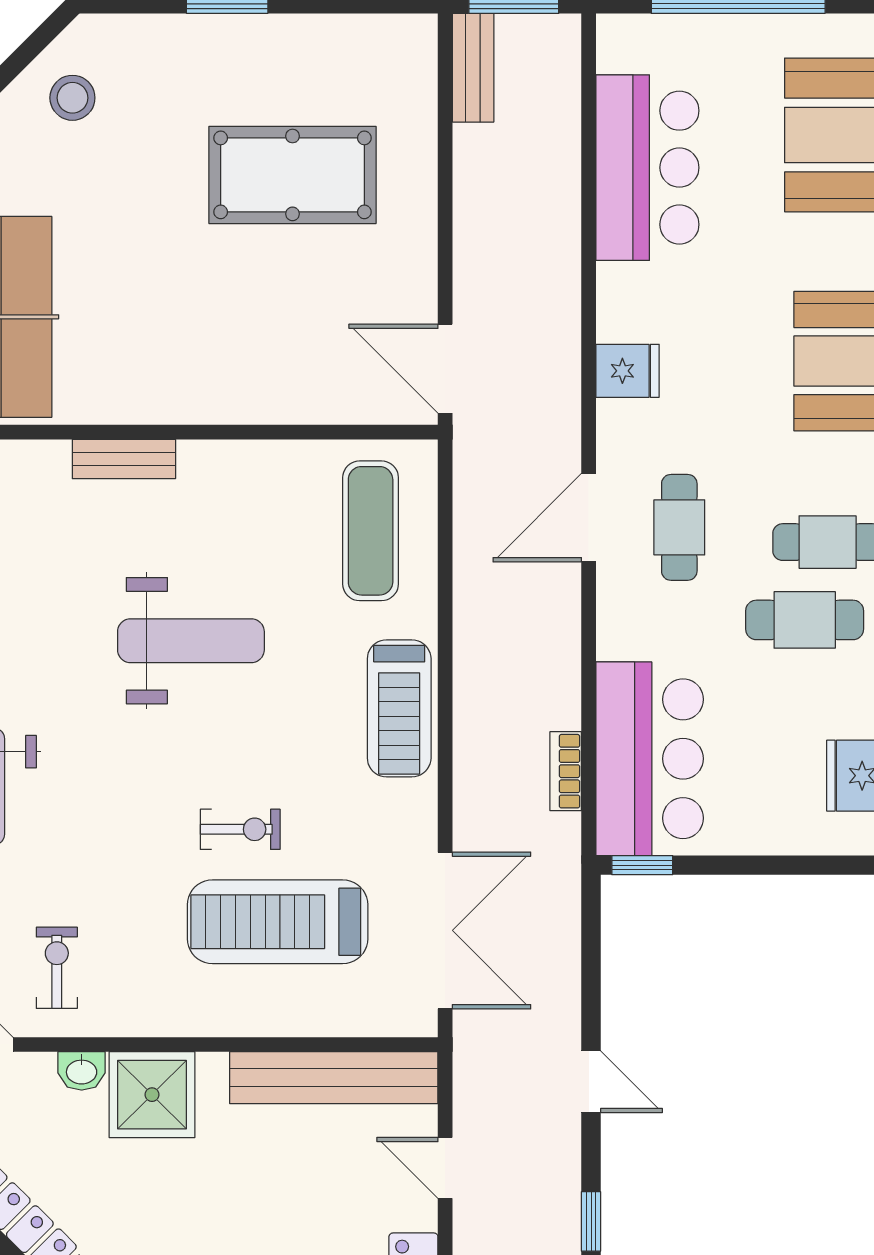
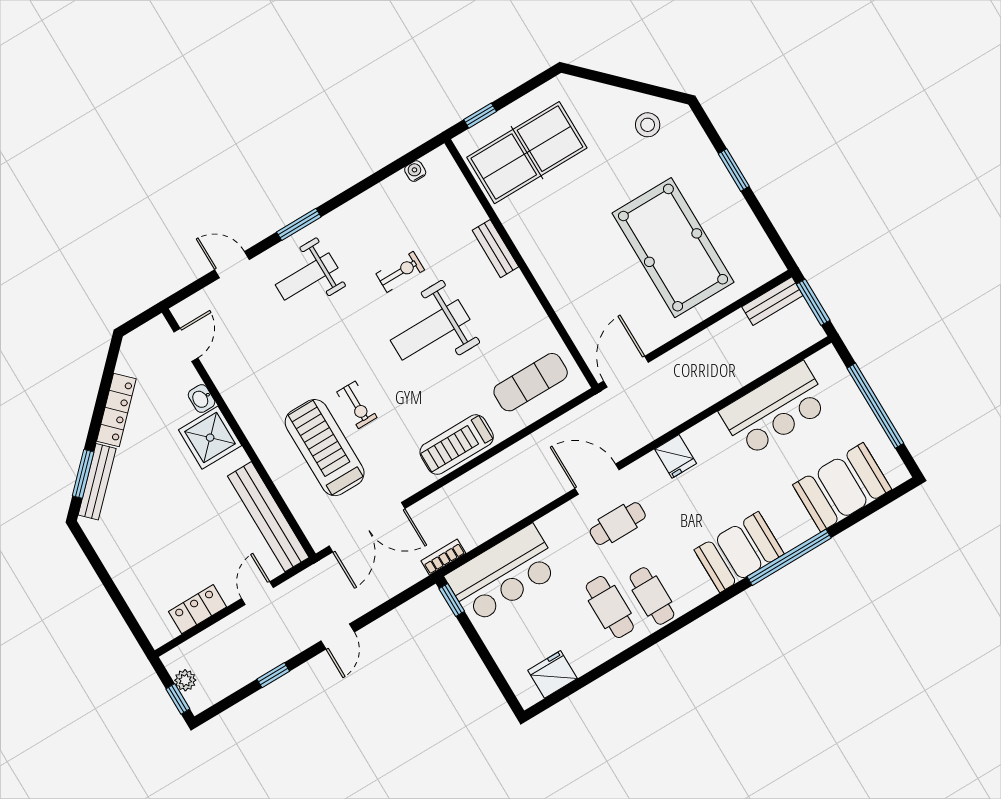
pool table: (293, 175) -> (673, 248), width x1.36, depth x1.32
weight bench: (191, 641) -> (430, 330), turned 90
bookcase: (566, 771) -> (443, 557), moved
exercise bike: (57, 968) -> (400, 272), moved

